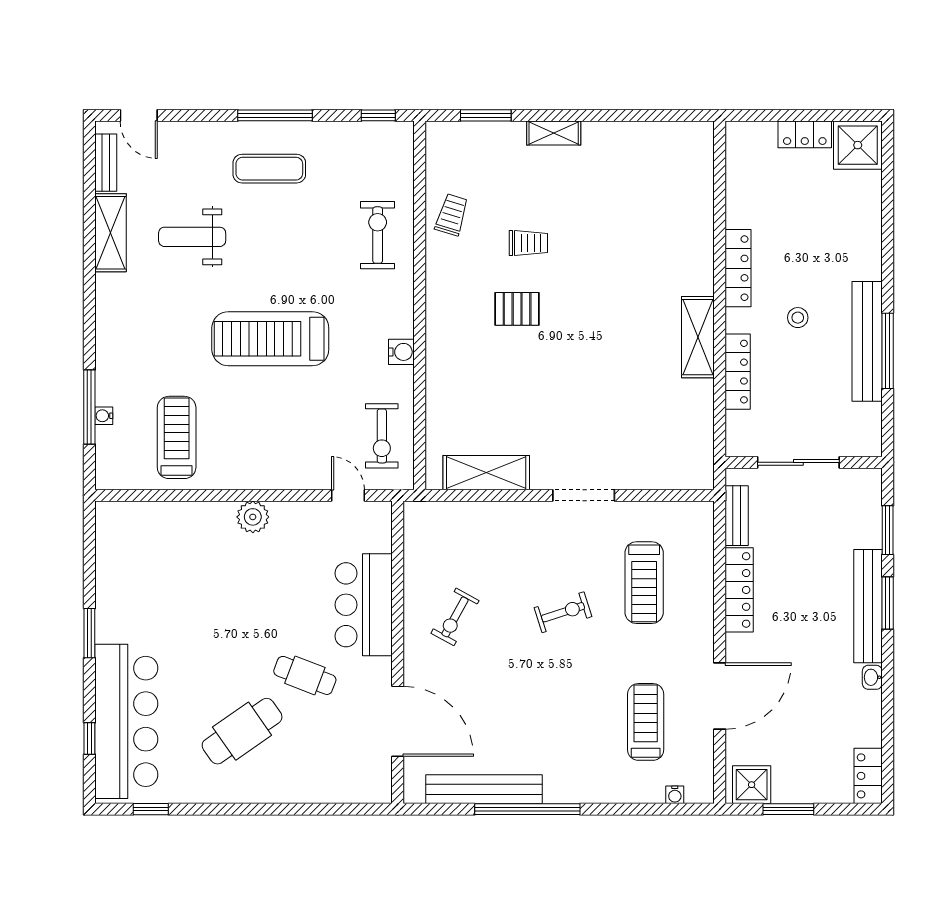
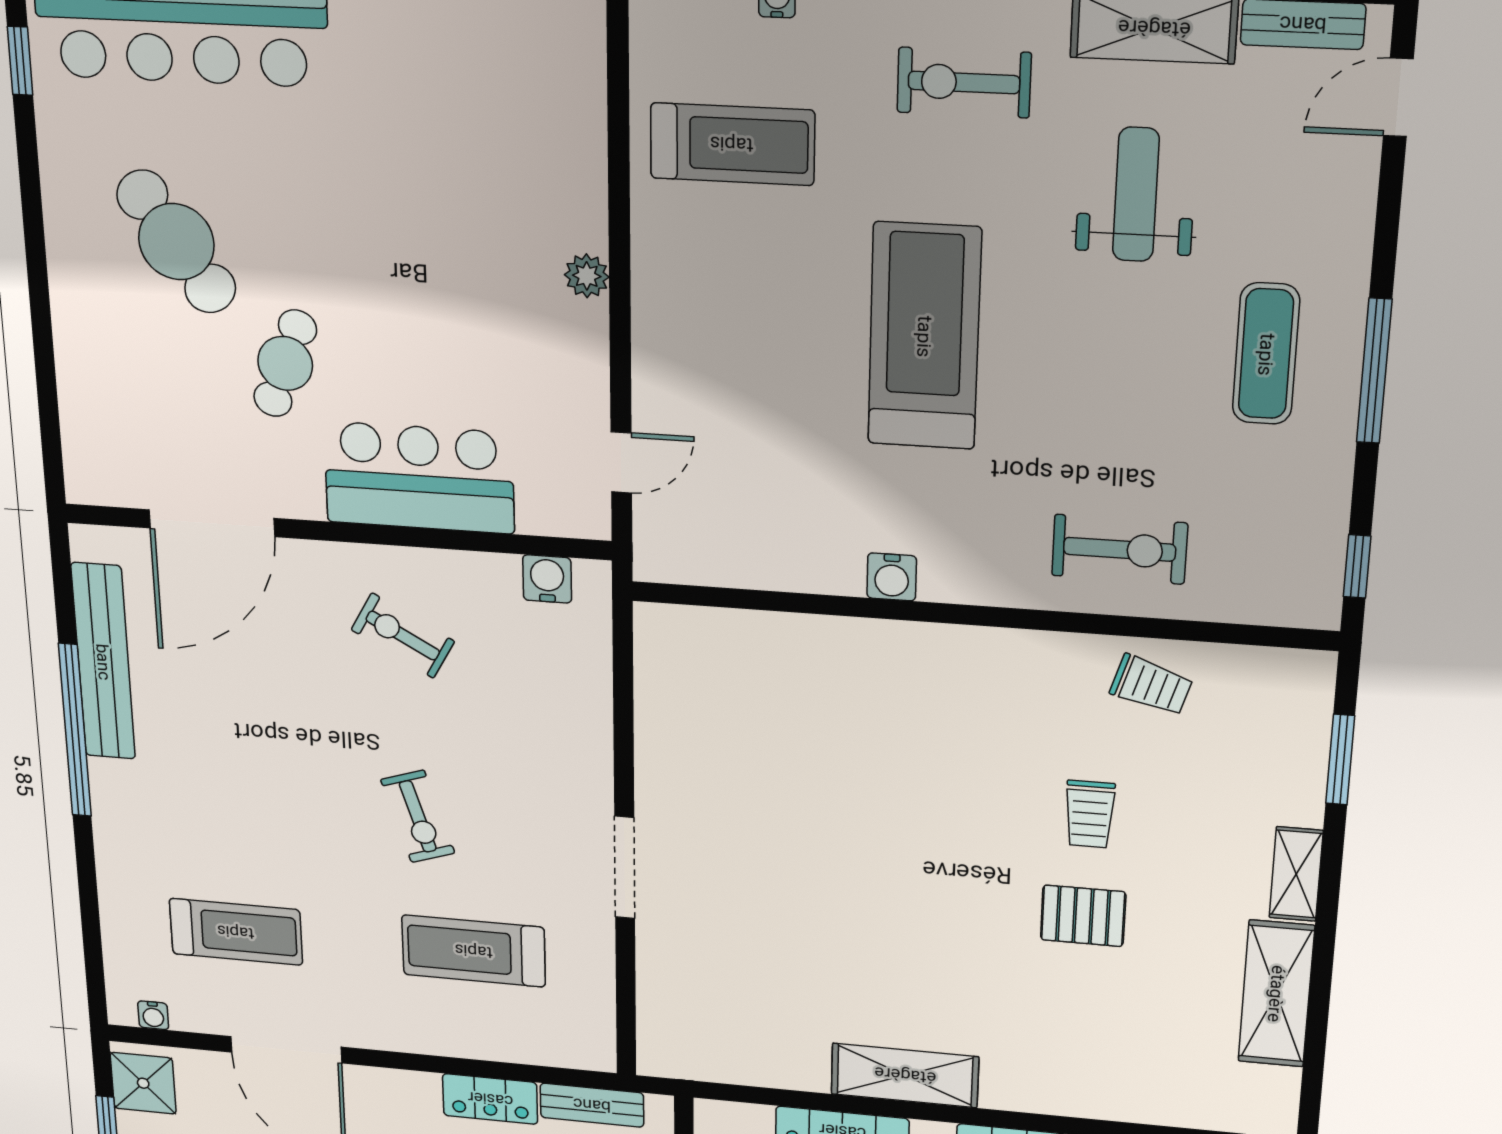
pallet: (517, 309) -> (1083, 916), moved, turned 90
exercise bike: (382, 436) -> (964, 83), moved
shelving: (486, 473) -> (1276, 994), moved
plant: (253, 517) -> (587, 276), width x0.73, depth x0.73
water cooler: (416, 536) -> (547, 579), added
locker: (739, 590) -> (490, 1099), width x0.66
water cooler: (675, 795) -> (153, 1015), moved, turned -90

